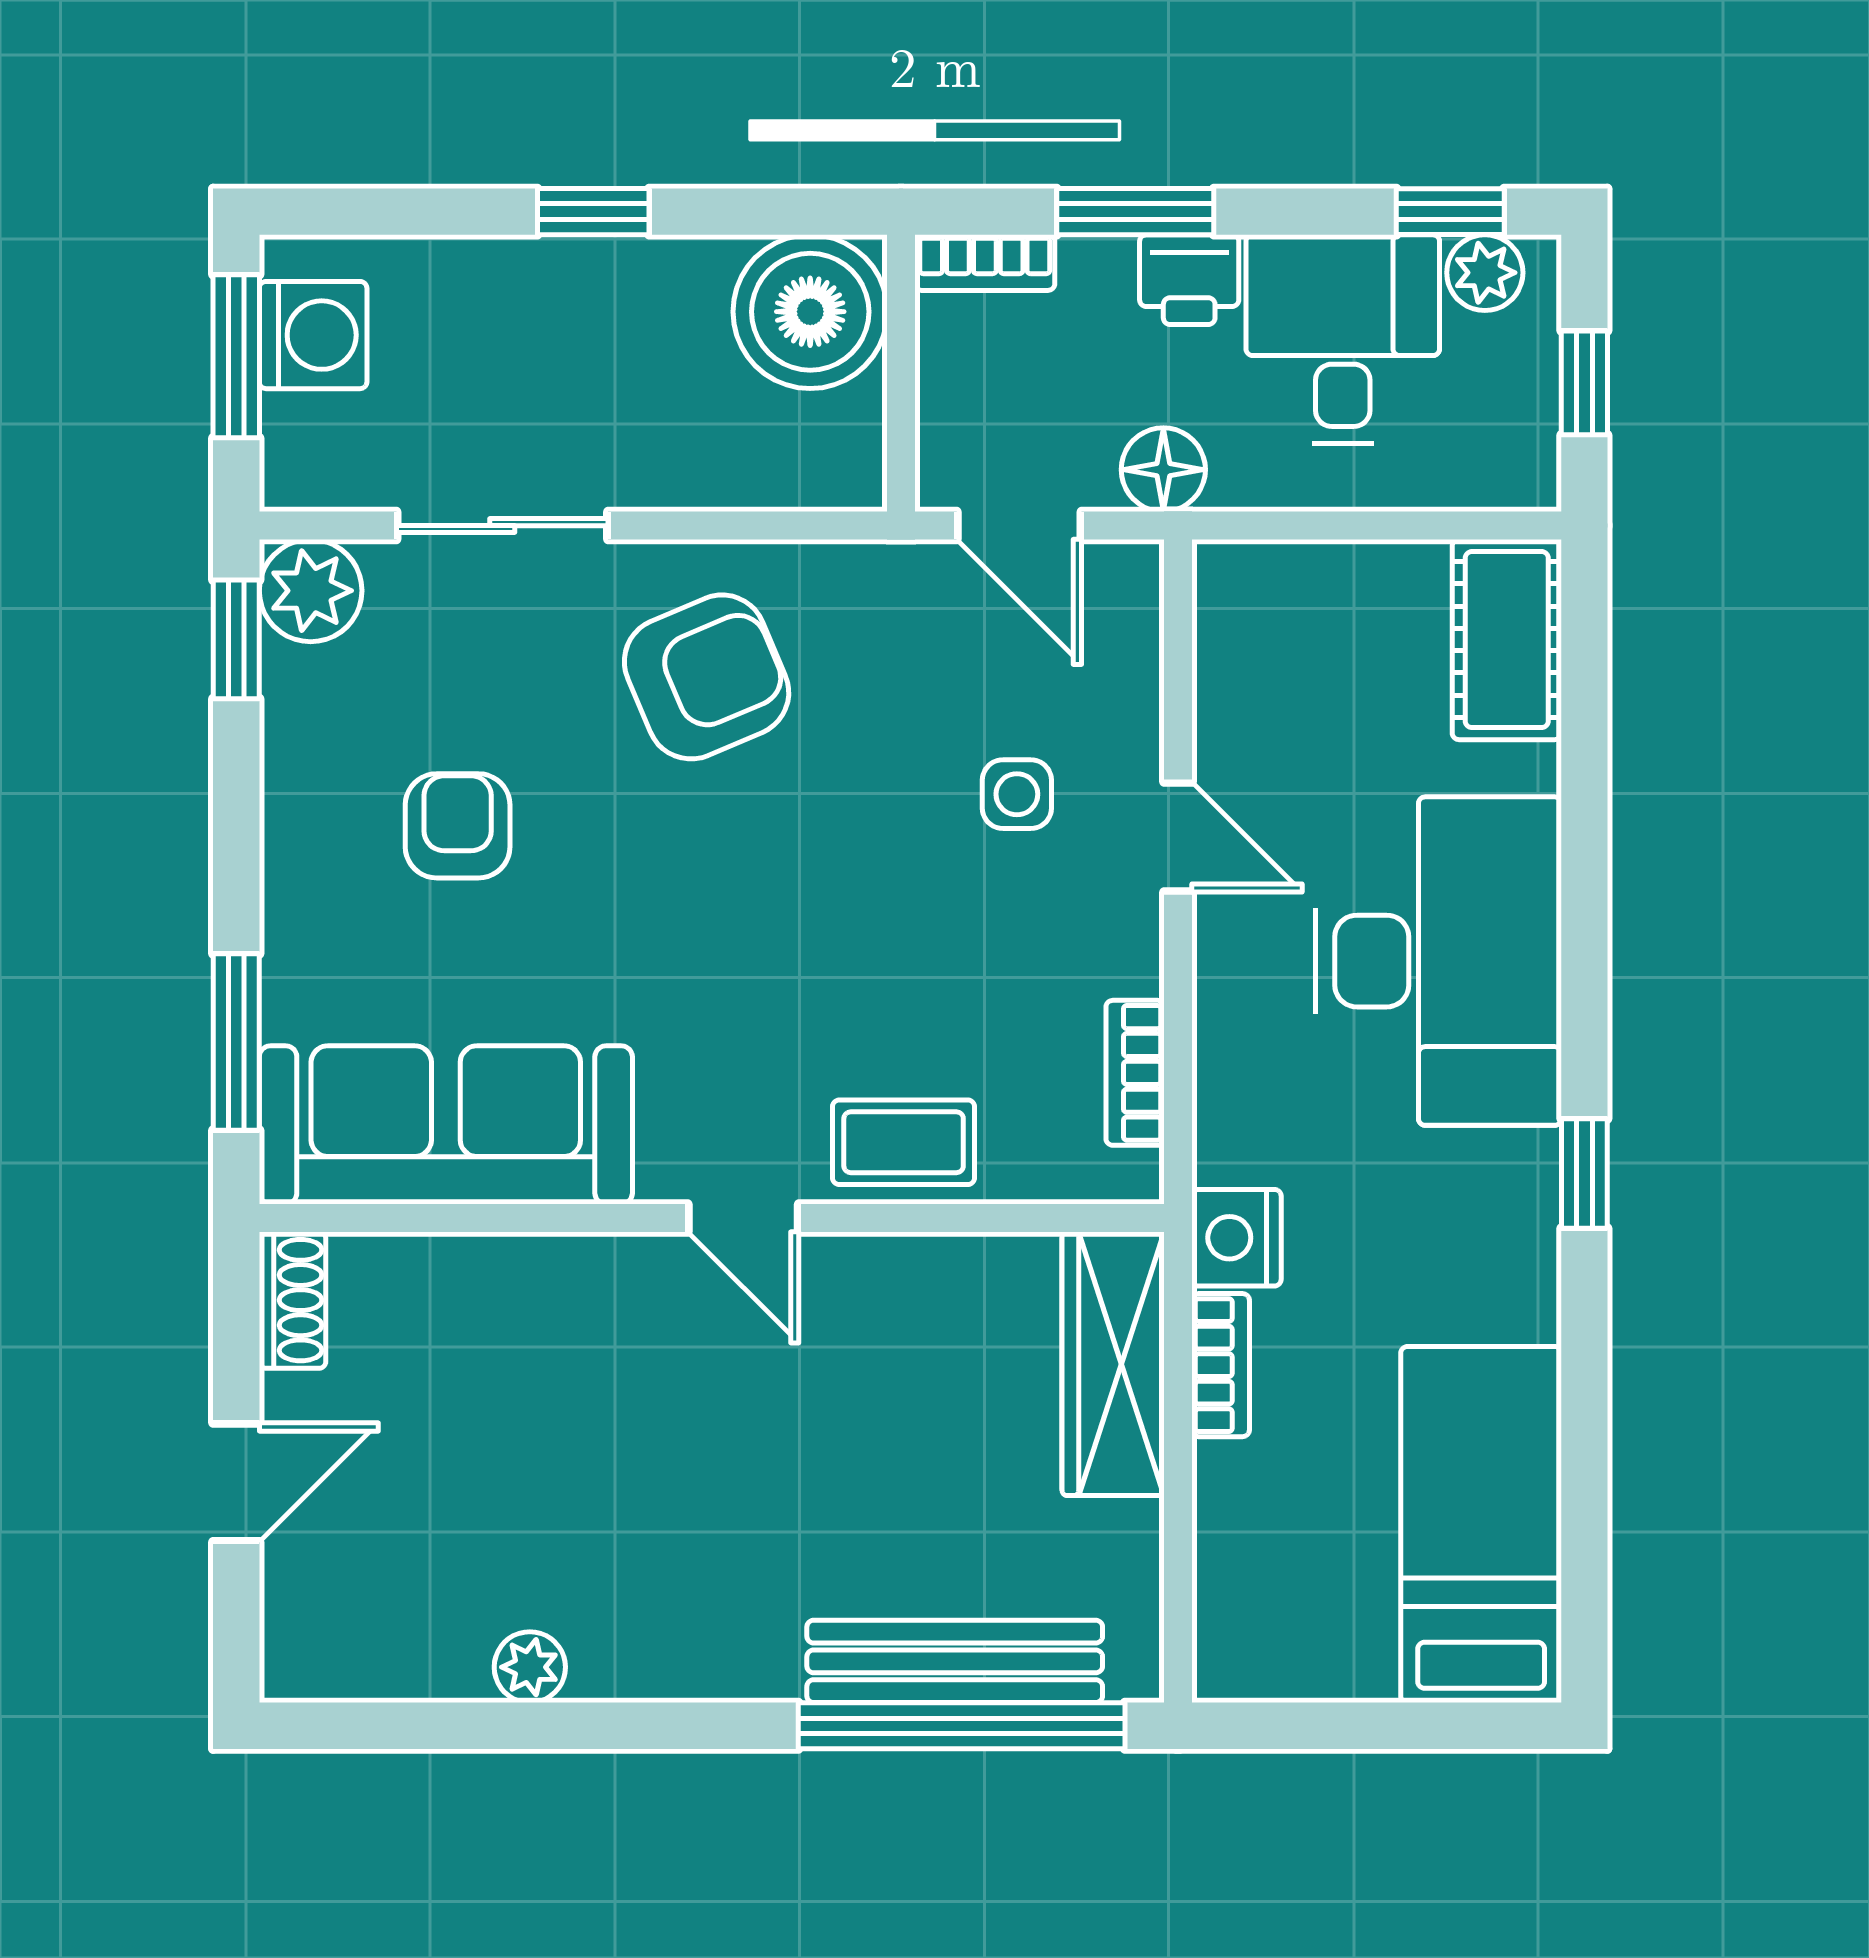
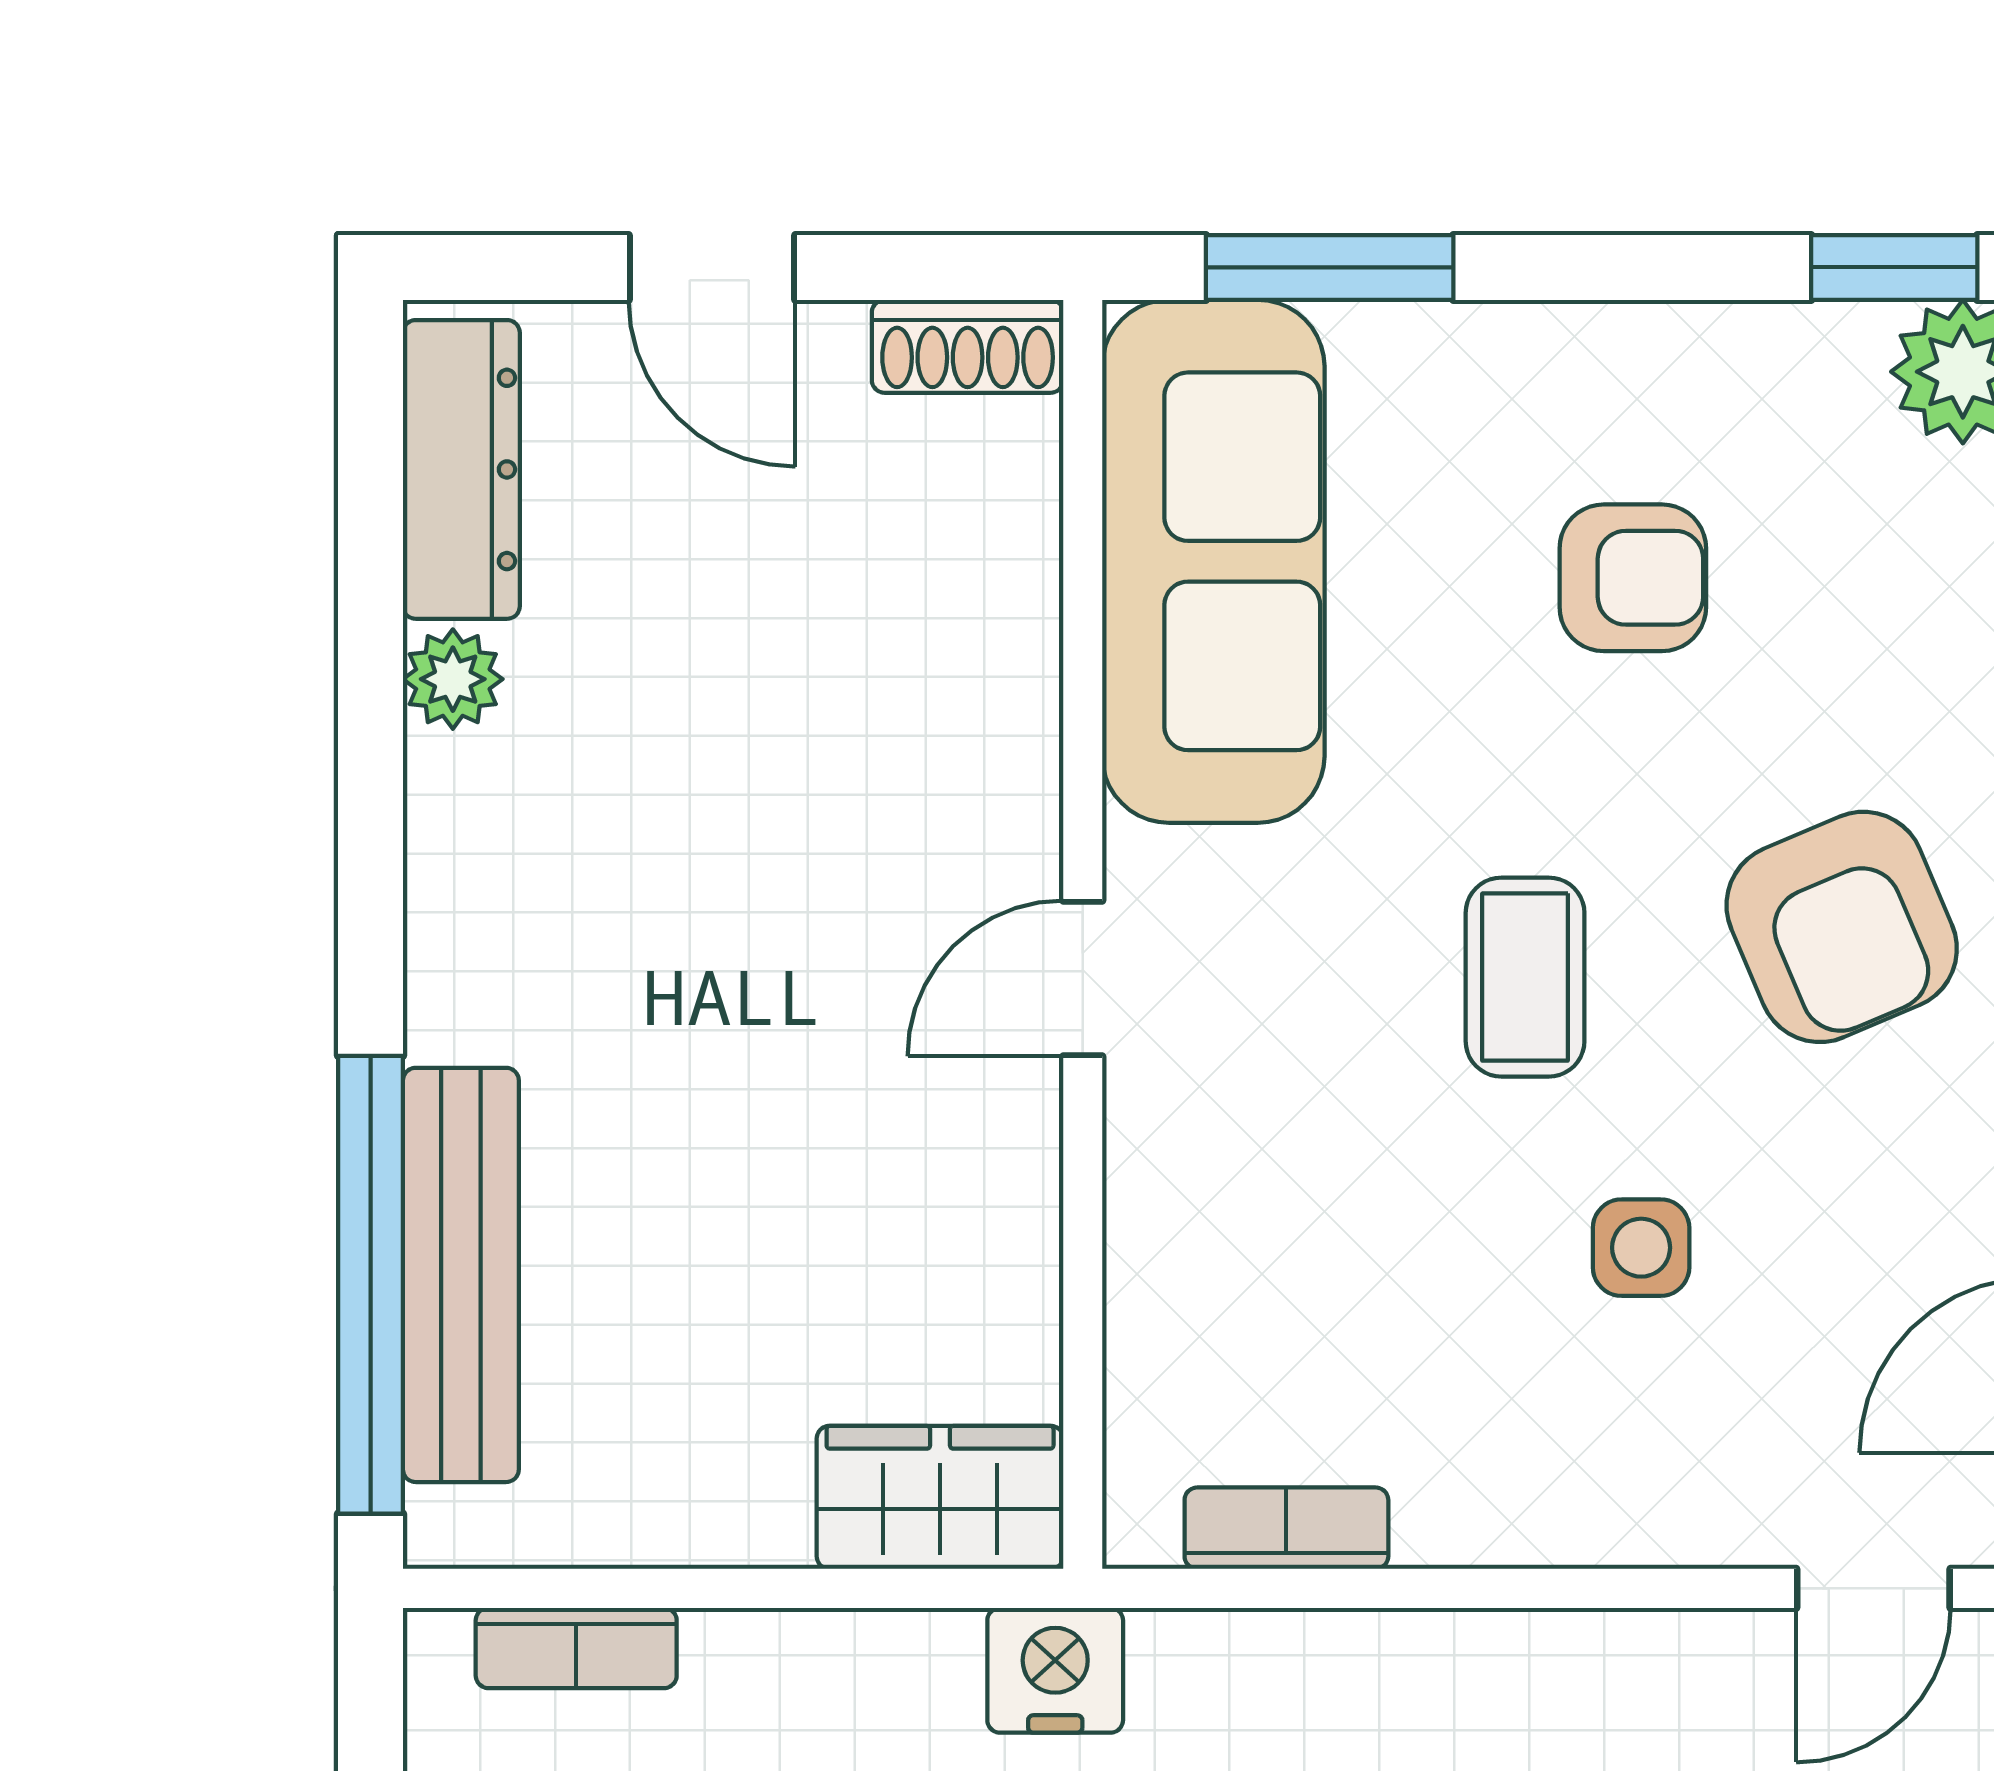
side table: (1017, 794) -> (1641, 1248), moved
door: (1178, 837) -> (1873, 1588), moved
coffee table: (904, 1142) -> (1525, 977), moved
wardrobe: (1113, 1364) -> (940, 1497), width x0.67
bookcase: (1221, 1365) -> (576, 1648), moved
dresser: (380, 1661) -> (461, 469), added

